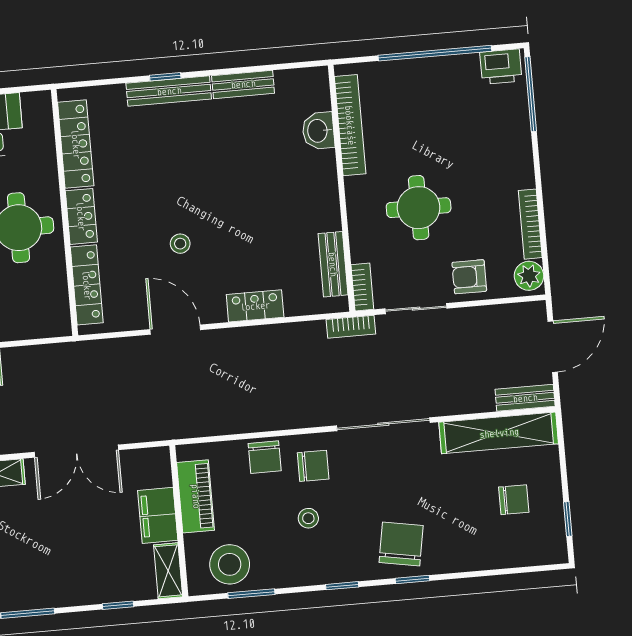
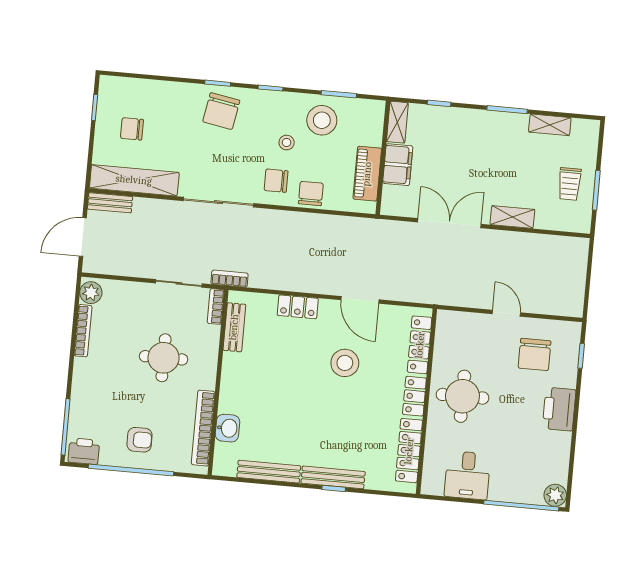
bench: (243, 84) -> (269, 472), width x1.36
stool: (180, 244) -> (345, 363), width x1.89, depth x1.89
armchair: (469, 277) -> (140, 440), moved
stool: (230, 564) -> (322, 120), moved

